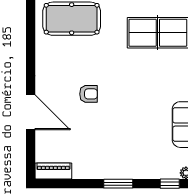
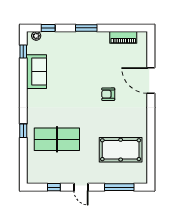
piano: (53, 171) -> (123, 37), moved

